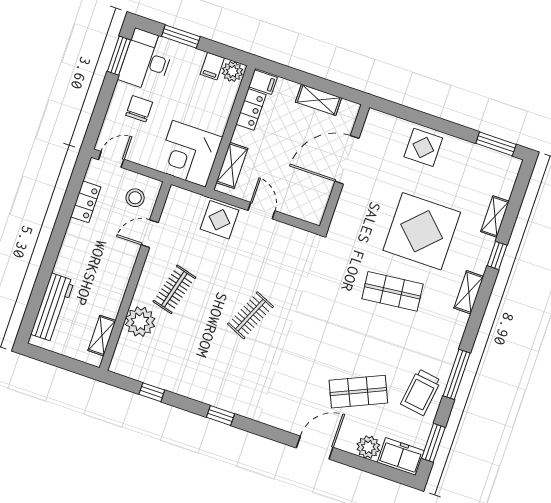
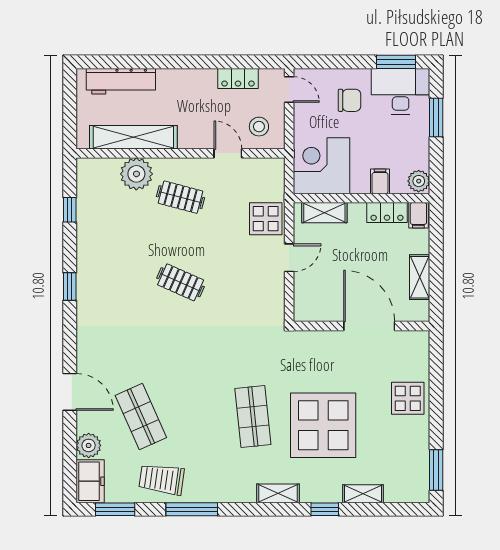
filing cabinet: (212, 66) -> (380, 181), moved, turned 90
shelving: (102, 336) -> (133, 137), width x2.20, depth x1.33

